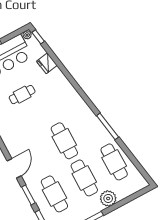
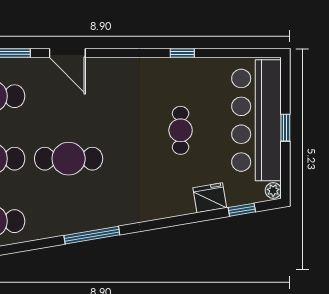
window: (38, 37) -> (242, 210), moved
window: (108, 126) -> (92, 235), moved

